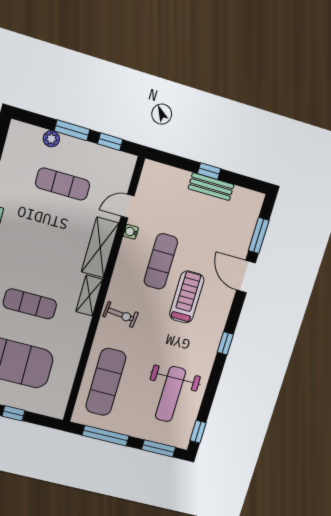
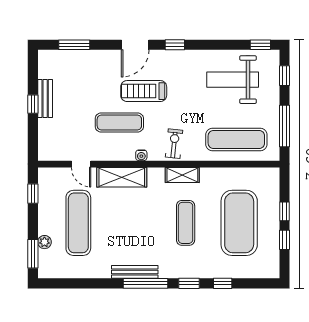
window: (72, 130) -> (33, 254), moved
exercise mat: (63, 184) -> (78, 223), width x1.36, depth x1.45
water cooler: (131, 232) -> (141, 155), moved
door: (246, 277) -> (135, 45), moved
shelving: (89, 296) -> (182, 175), moved
weight bench: (170, 394) -> (233, 80), turned 180
window: (159, 448) -> (285, 76), width x0.67

